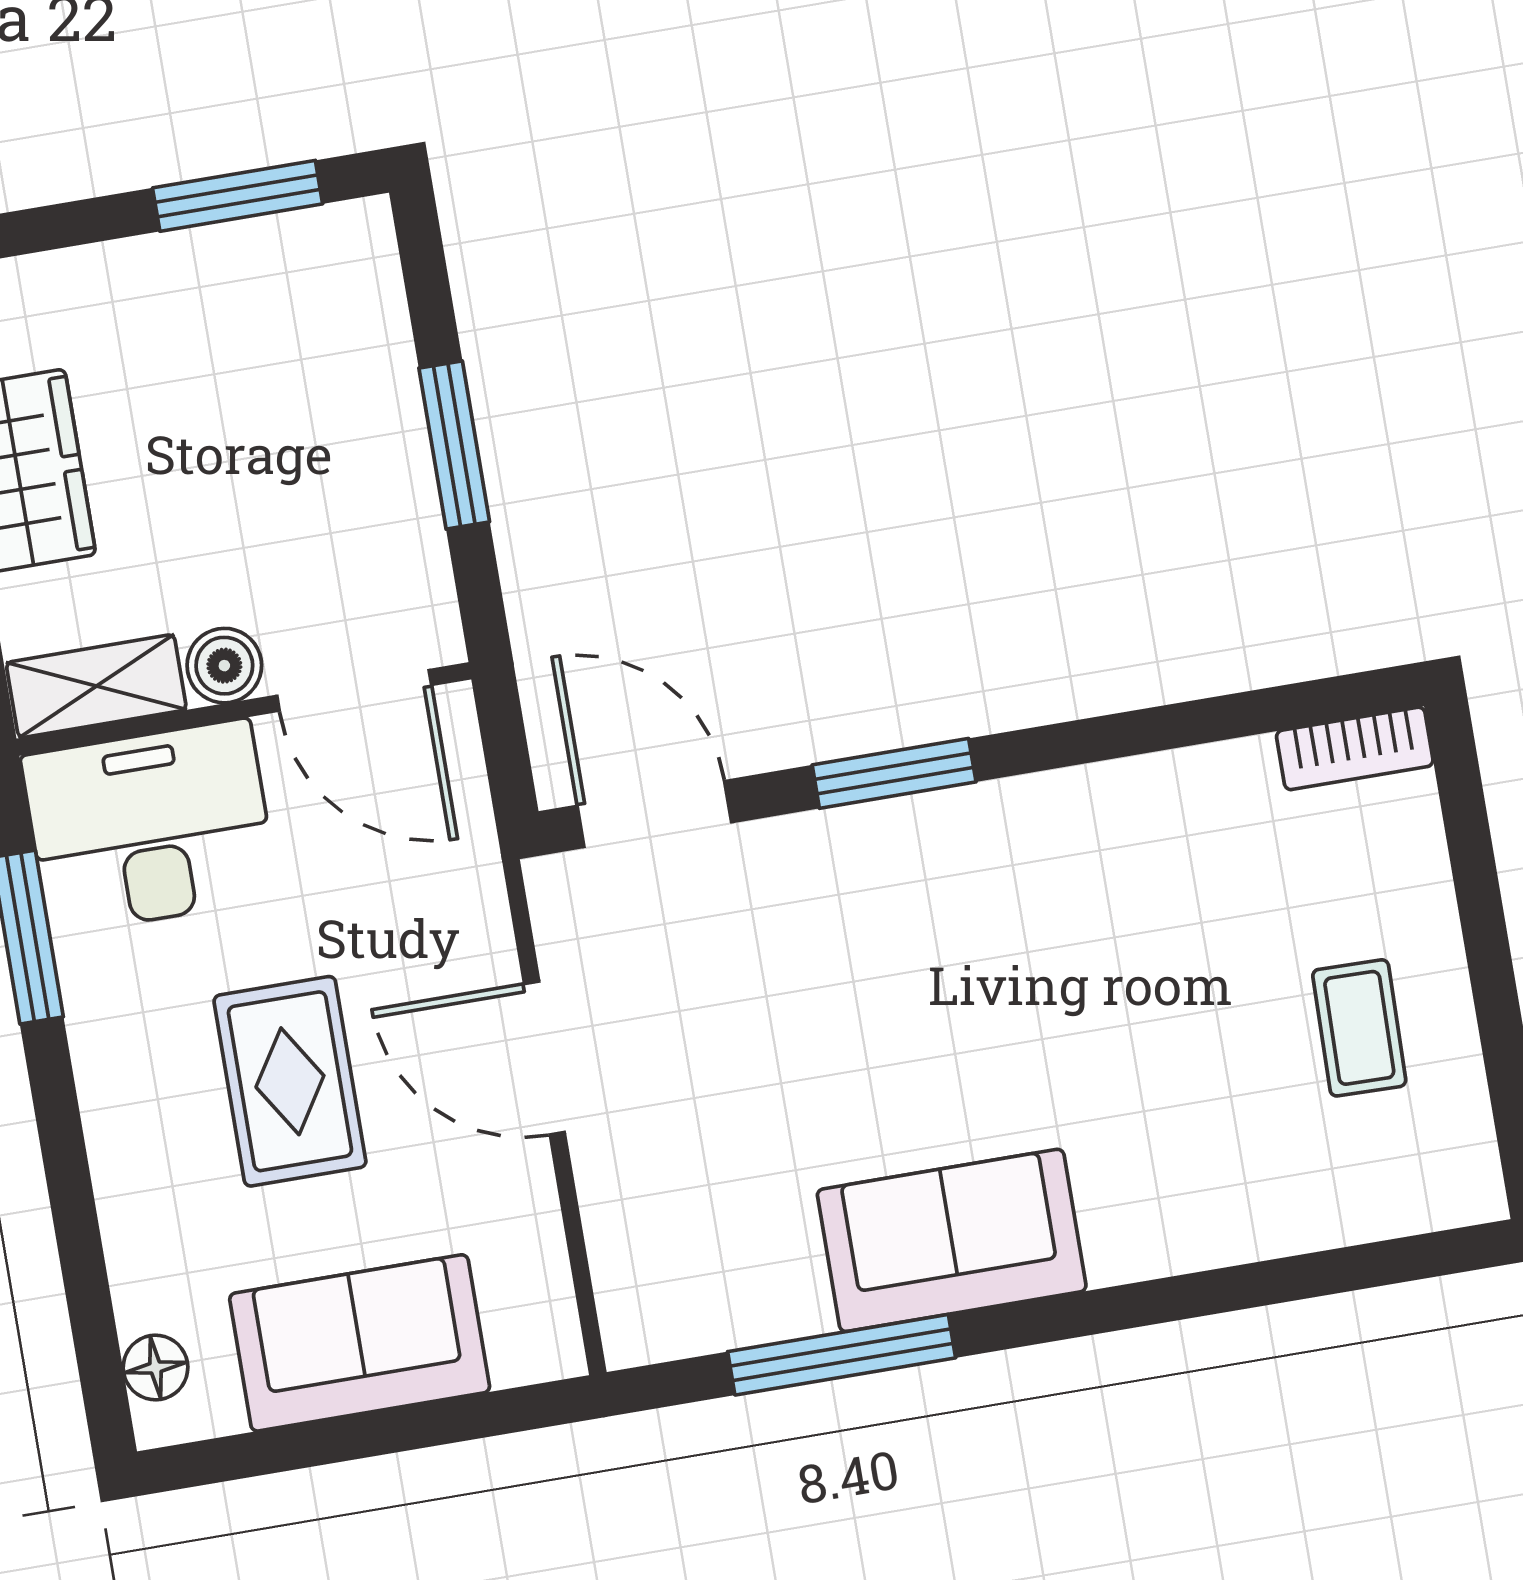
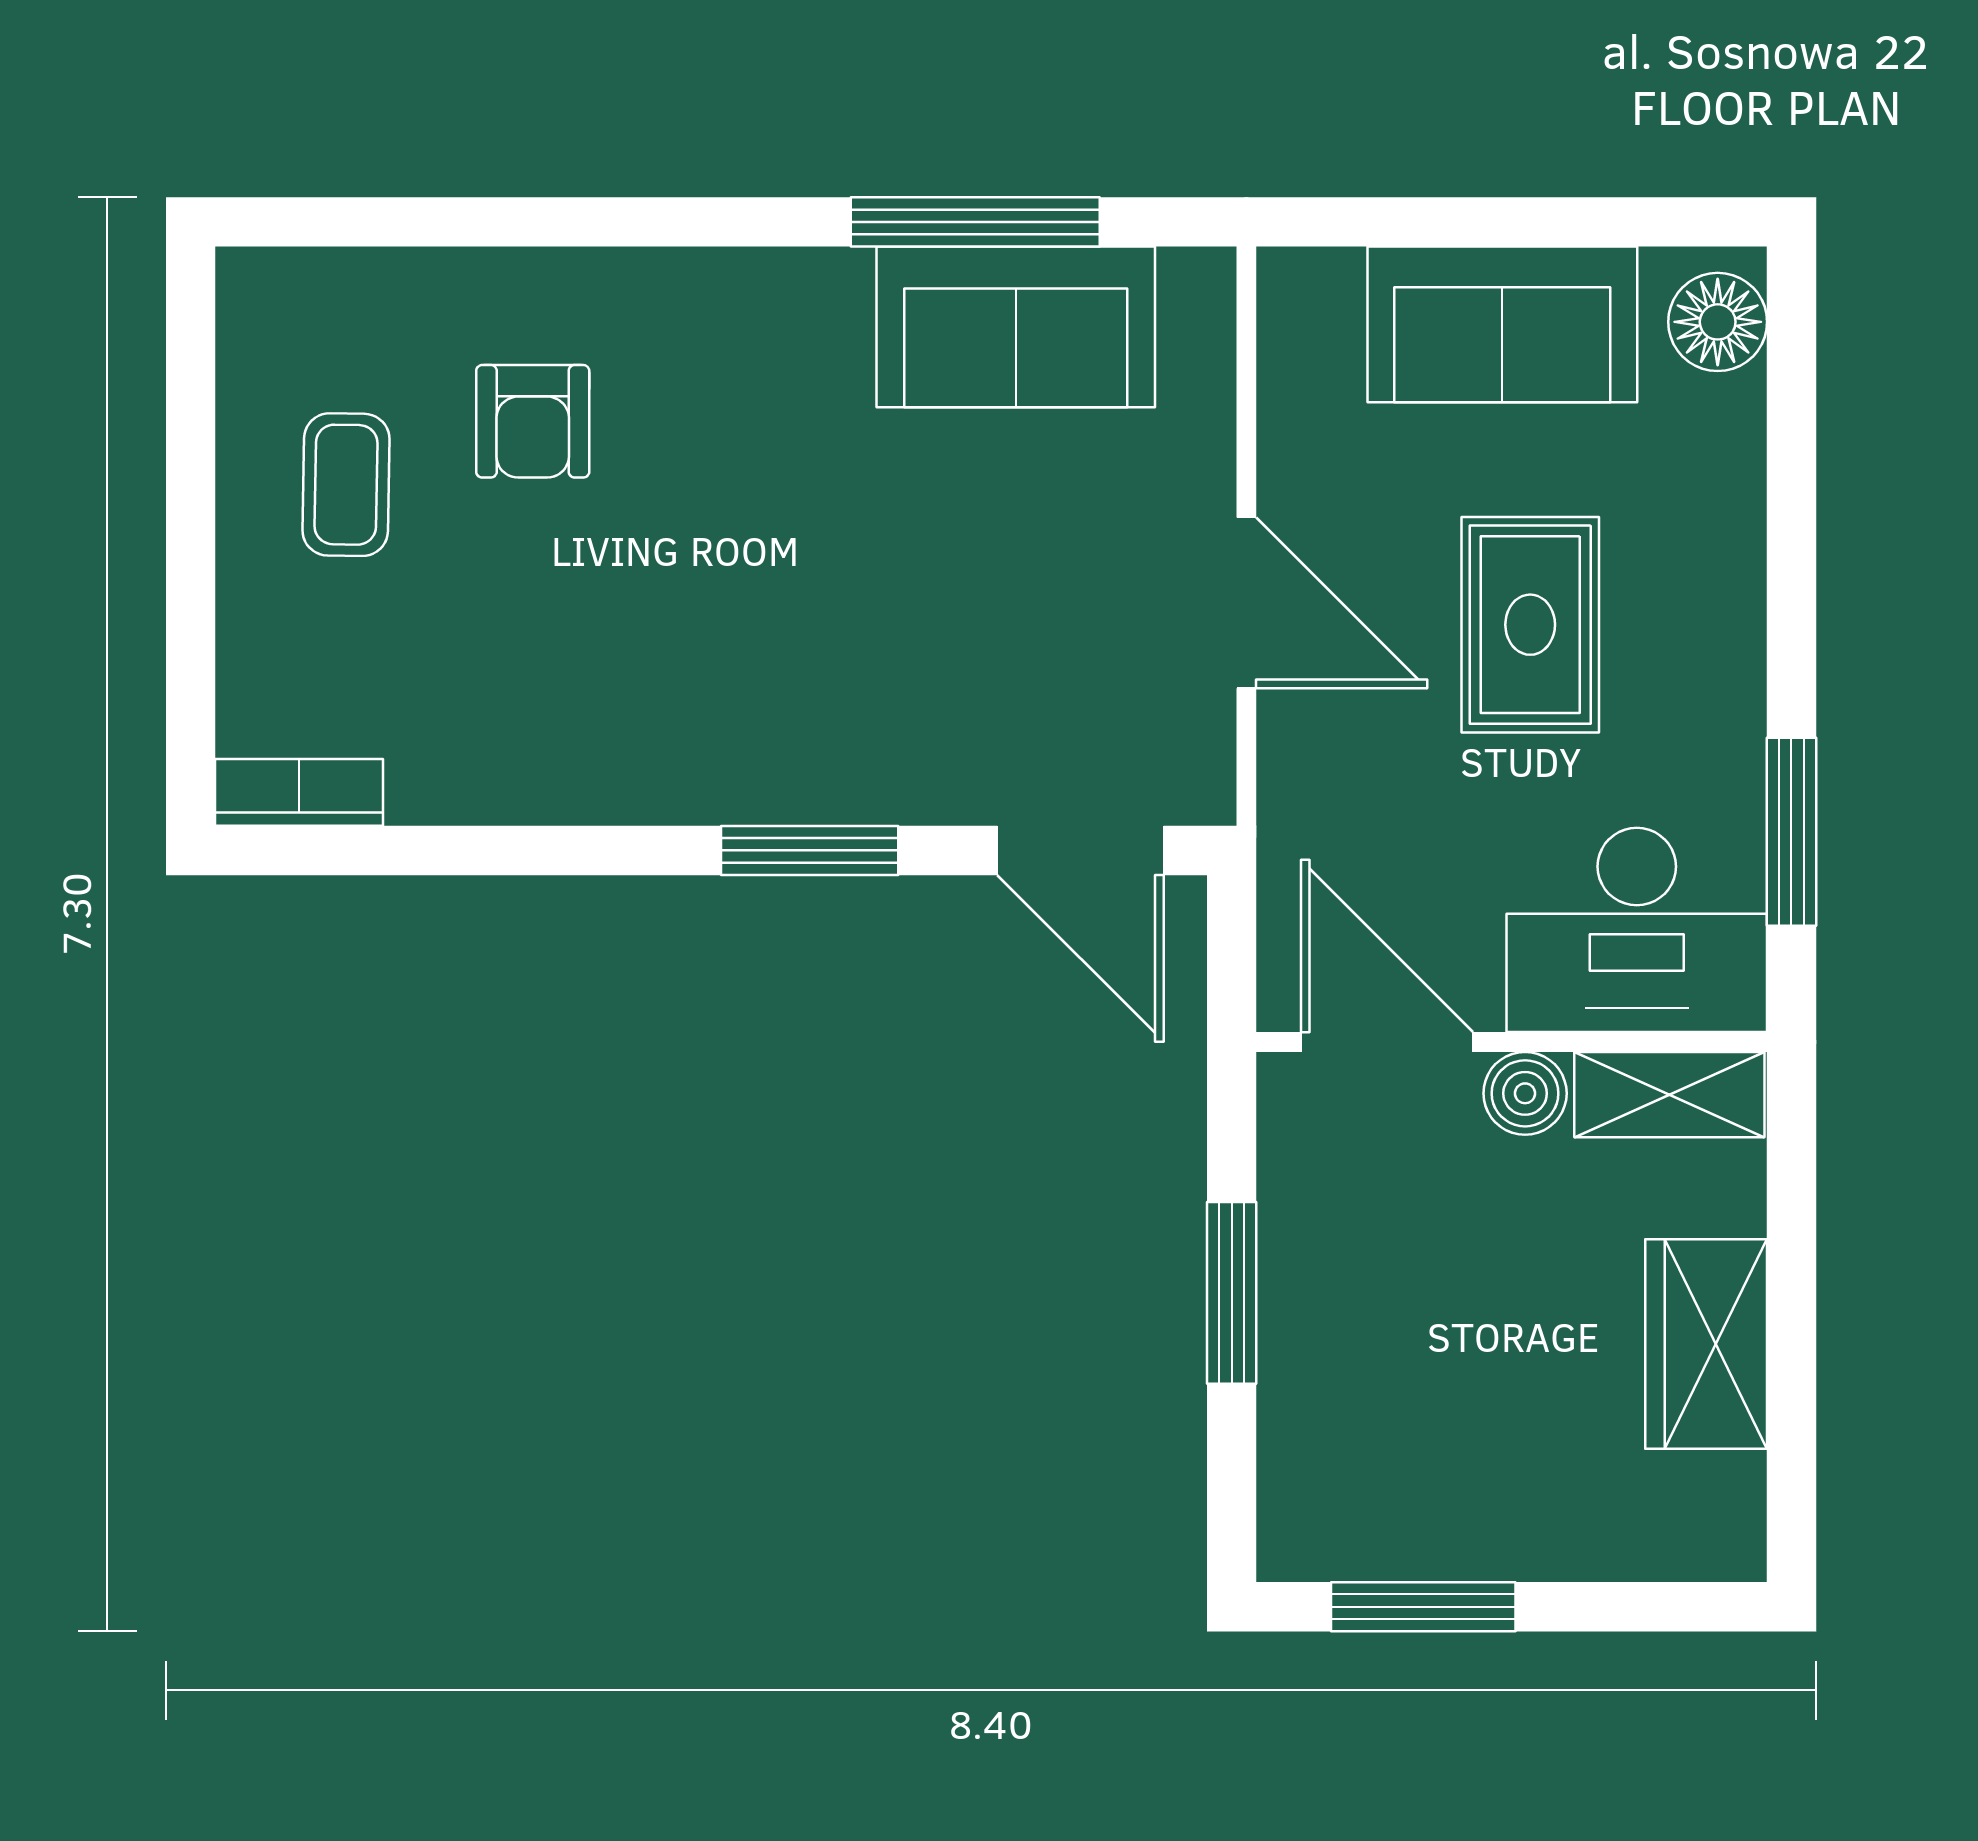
armchair: (1203, 1112) -> (533, 421), added
sofa: (952, 1240) -> (1016, 327), moved
floor lamp: (156, 1368) -> (1718, 322), width x1.37, depth x1.37

